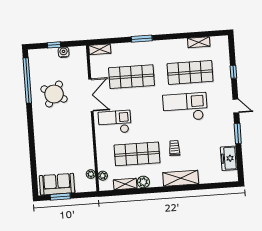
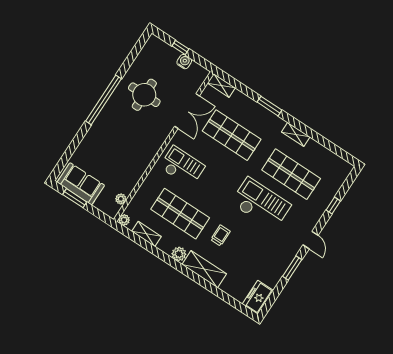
shelving: (199, 42) -> (296, 134), moved
window: (27, 81) -> (104, 100), moved
round table: (54, 94) -> (144, 95), turned -31
double door: (91, 95) -> (187, 111), moved
freezer: (229, 158) -> (258, 297), moved
plant: (103, 176) -> (124, 220), moved
plant: (143, 182) -> (179, 254), moved

